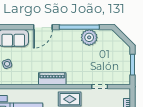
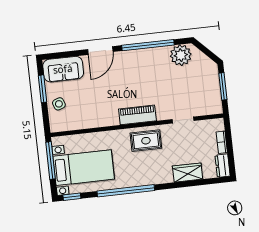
plant: (89, 37) -> (181, 55), moved
piano: (52, 79) -> (137, 115), moved

